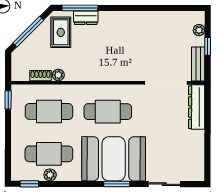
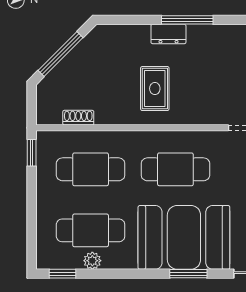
window: (80, 8) -> (187, 20), moved
dresser: (86, 18) -> (168, 34), moved
rug: (61, 32) -> (155, 89), moved
plant: (58, 75) -> (104, 117), removed

